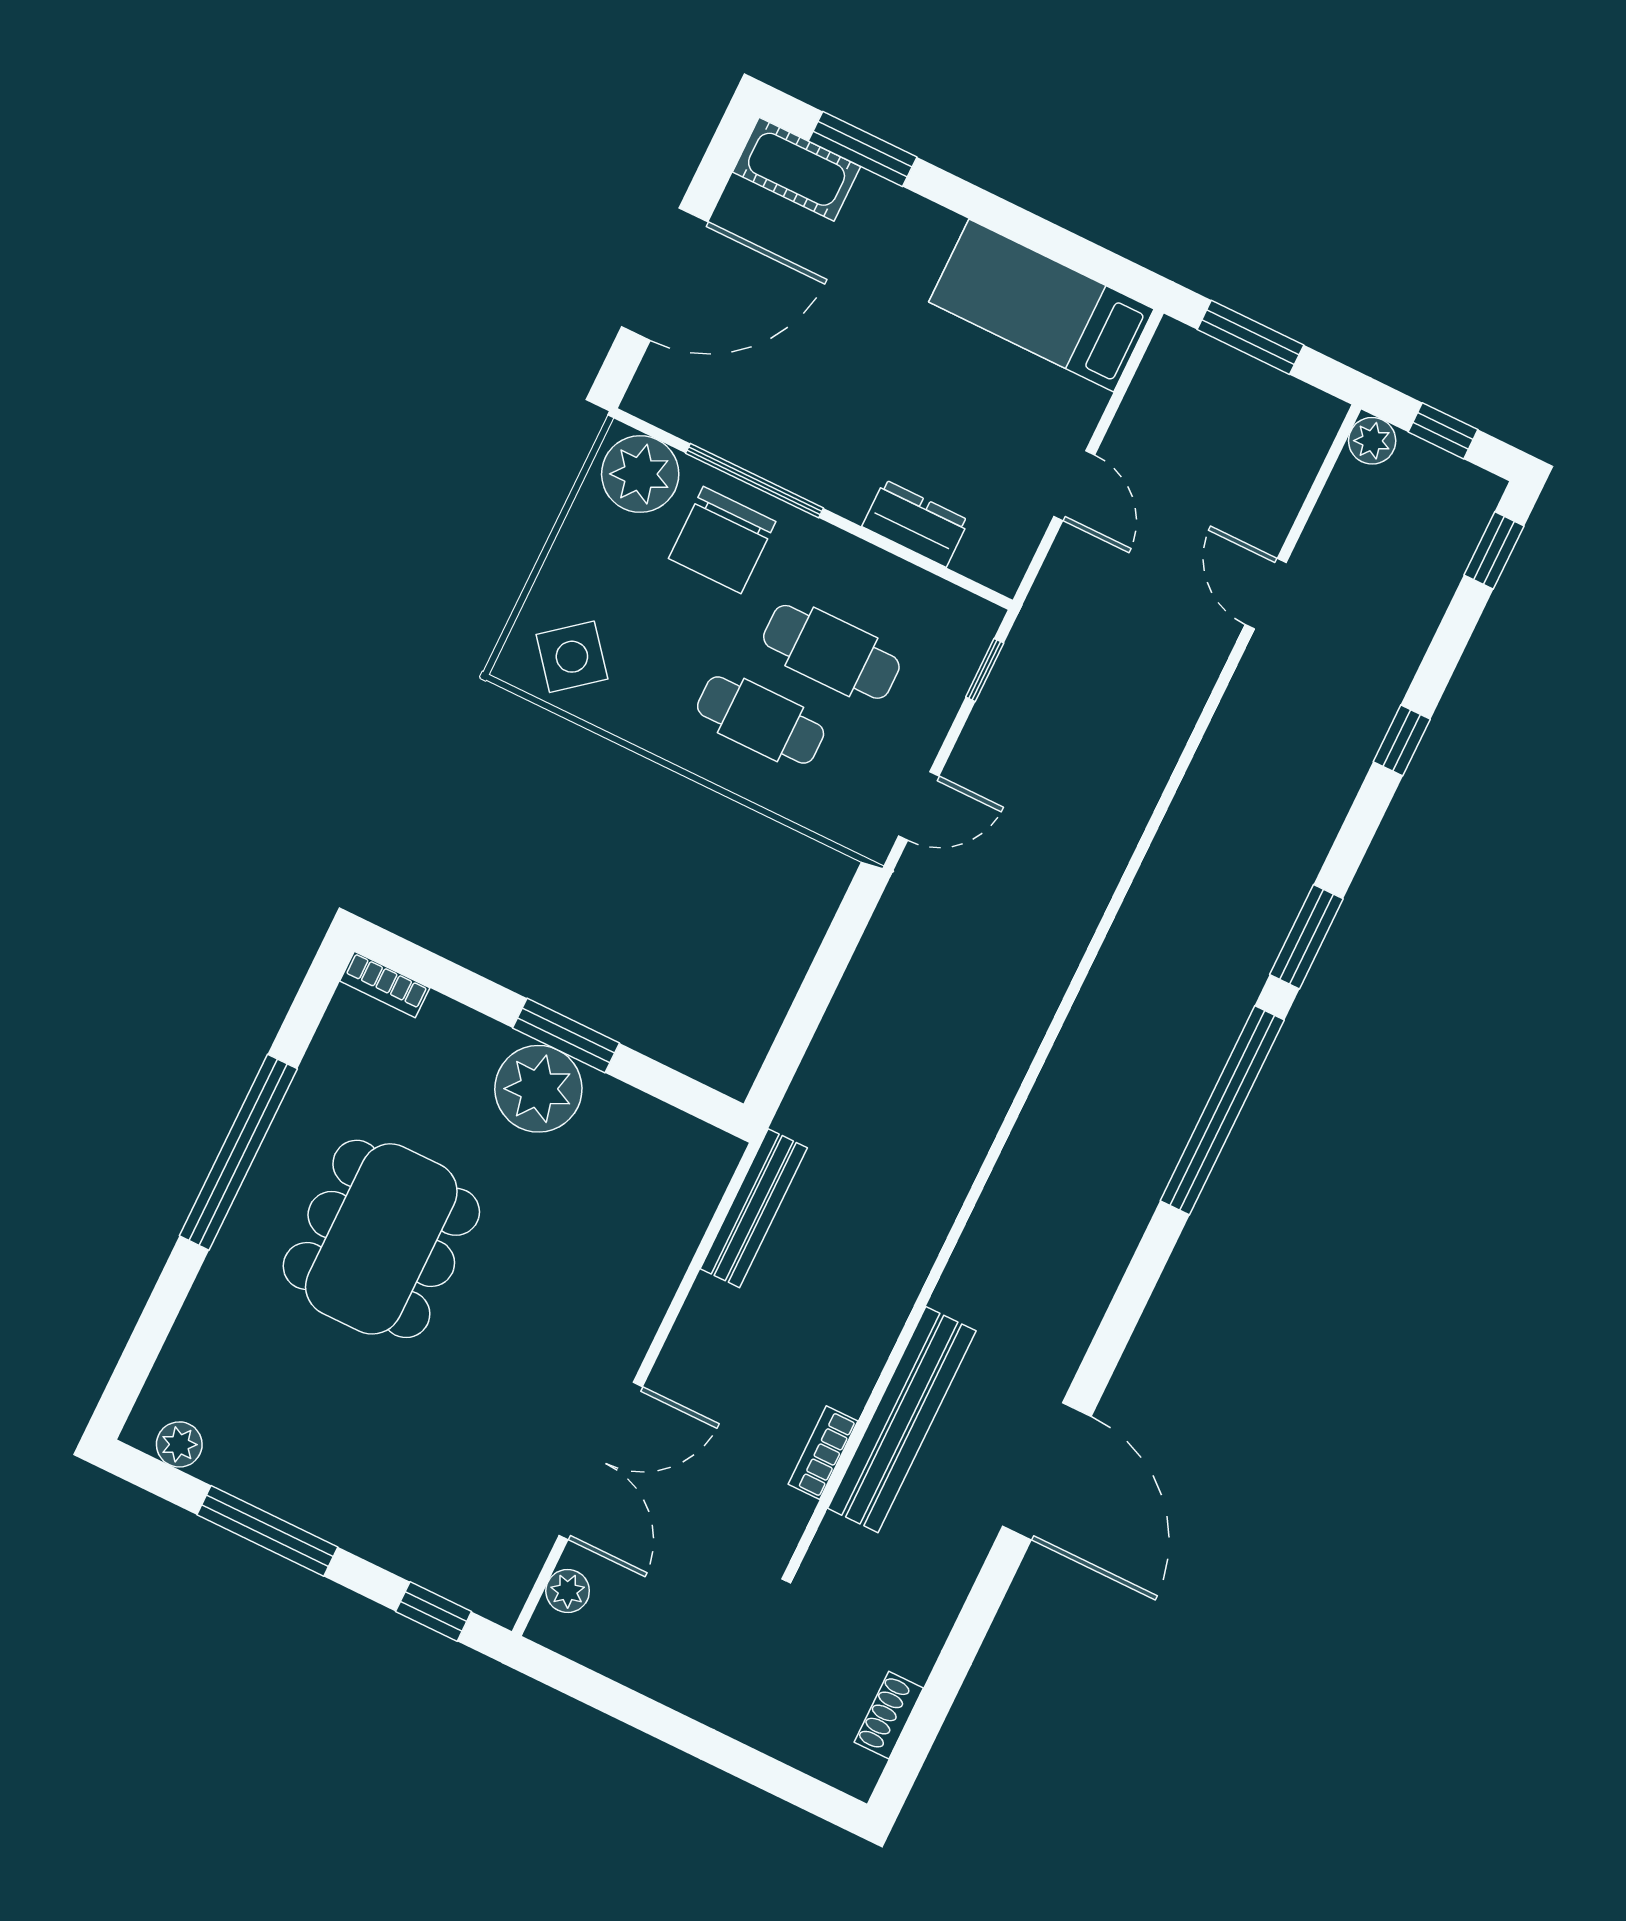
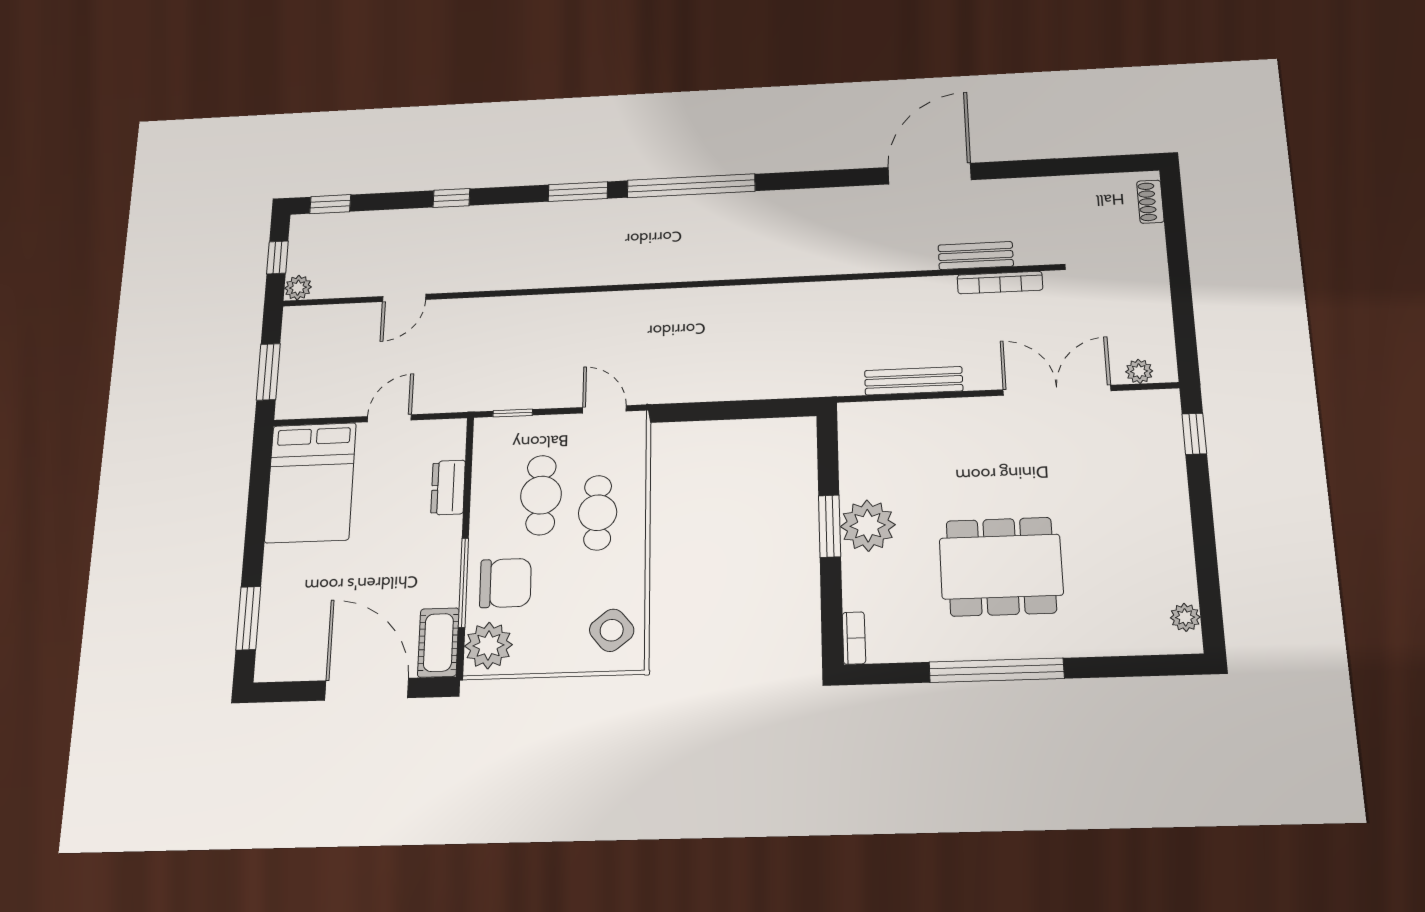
cot: (797, 169) -> (438, 642), moved
bed: (1041, 305) -> (311, 482), width x1.50
bench: (754, 1208) -> (914, 381), moved
bench: (902, 1420) -> (976, 256), width x0.54, depth x0.82
bookcase: (823, 1453) -> (1000, 283), width x1.56
window: (267, 1531) -> (1205, 544), removed
shoe rack: (889, 1715) -> (1150, 202), moved, turned 90

